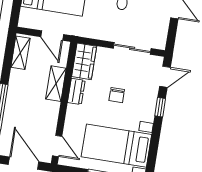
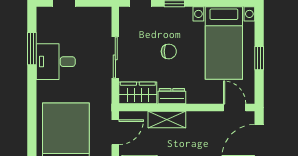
sliding door: (132, 48) -> (115, 57), moved
door: (57, 146) -> (235, 107), hinge flipped

